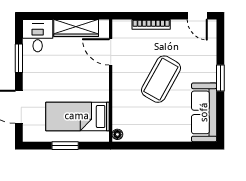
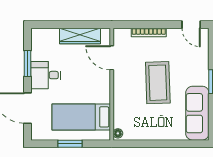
desk: (38, 36) -> (46, 75), moved, turned -90
coffee table: (161, 79) -> (158, 83), turned -31

